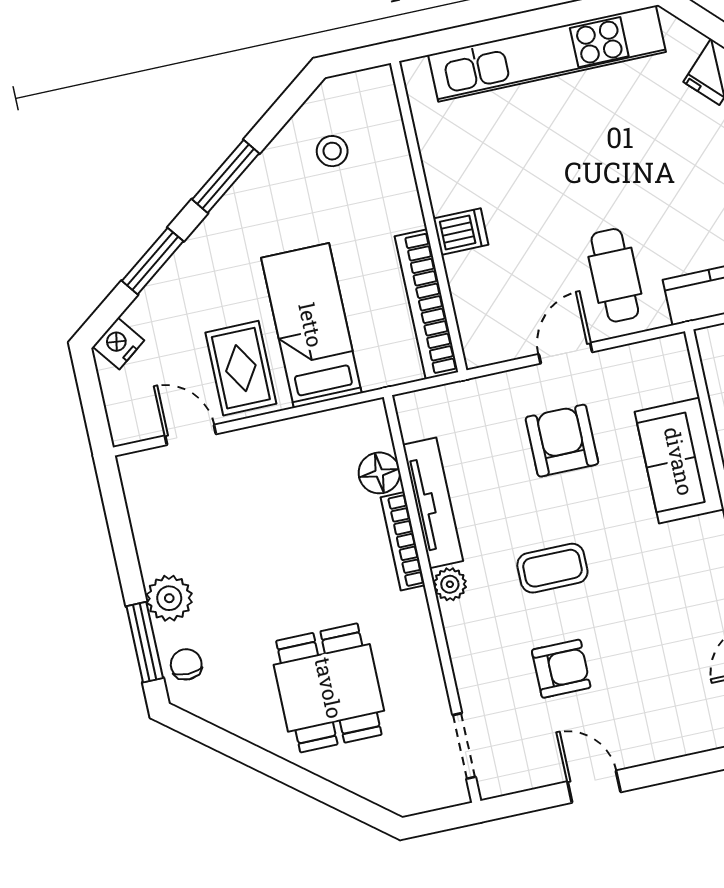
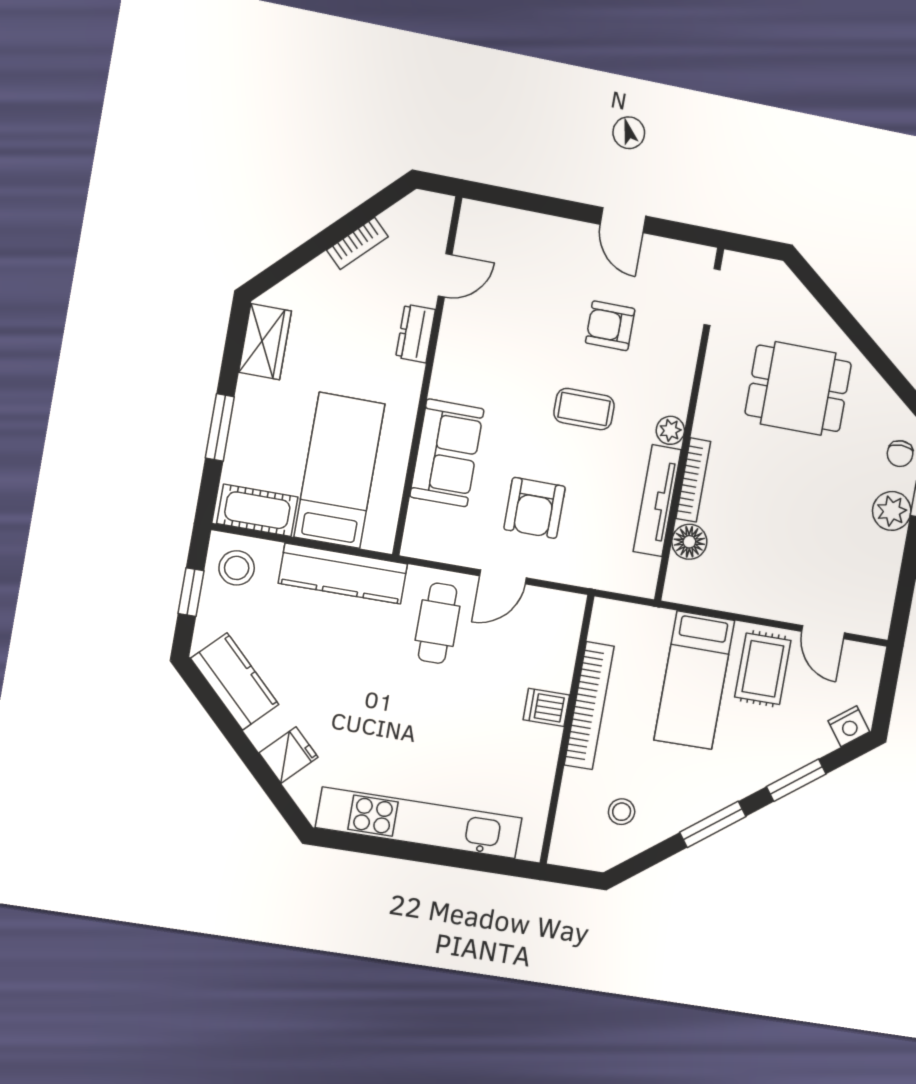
bookcase: (427, 304) -> (589, 706), moved
dining table: (329, 688) -> (798, 388), turned 90

